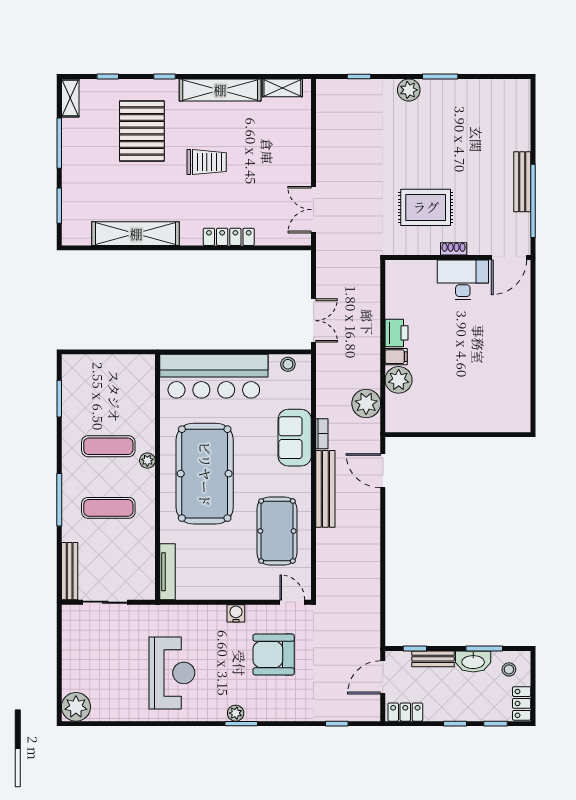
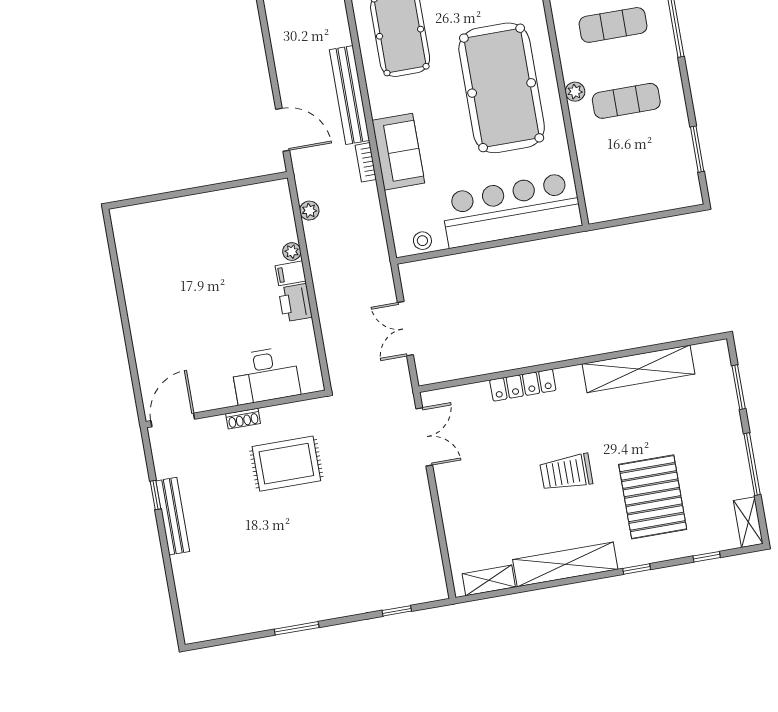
plant: (409, 90) -> (332, 605), removed
window: (533, 201) -> (155, 495), width x0.32
desk: (463, 280) -> (265, 375), moved
double door: (313, 321) -> (405, 329), moved
plant: (399, 380) -> (292, 252), width x0.53, depth x0.53
plant: (366, 403) -> (309, 211), width x0.53, depth x0.53

